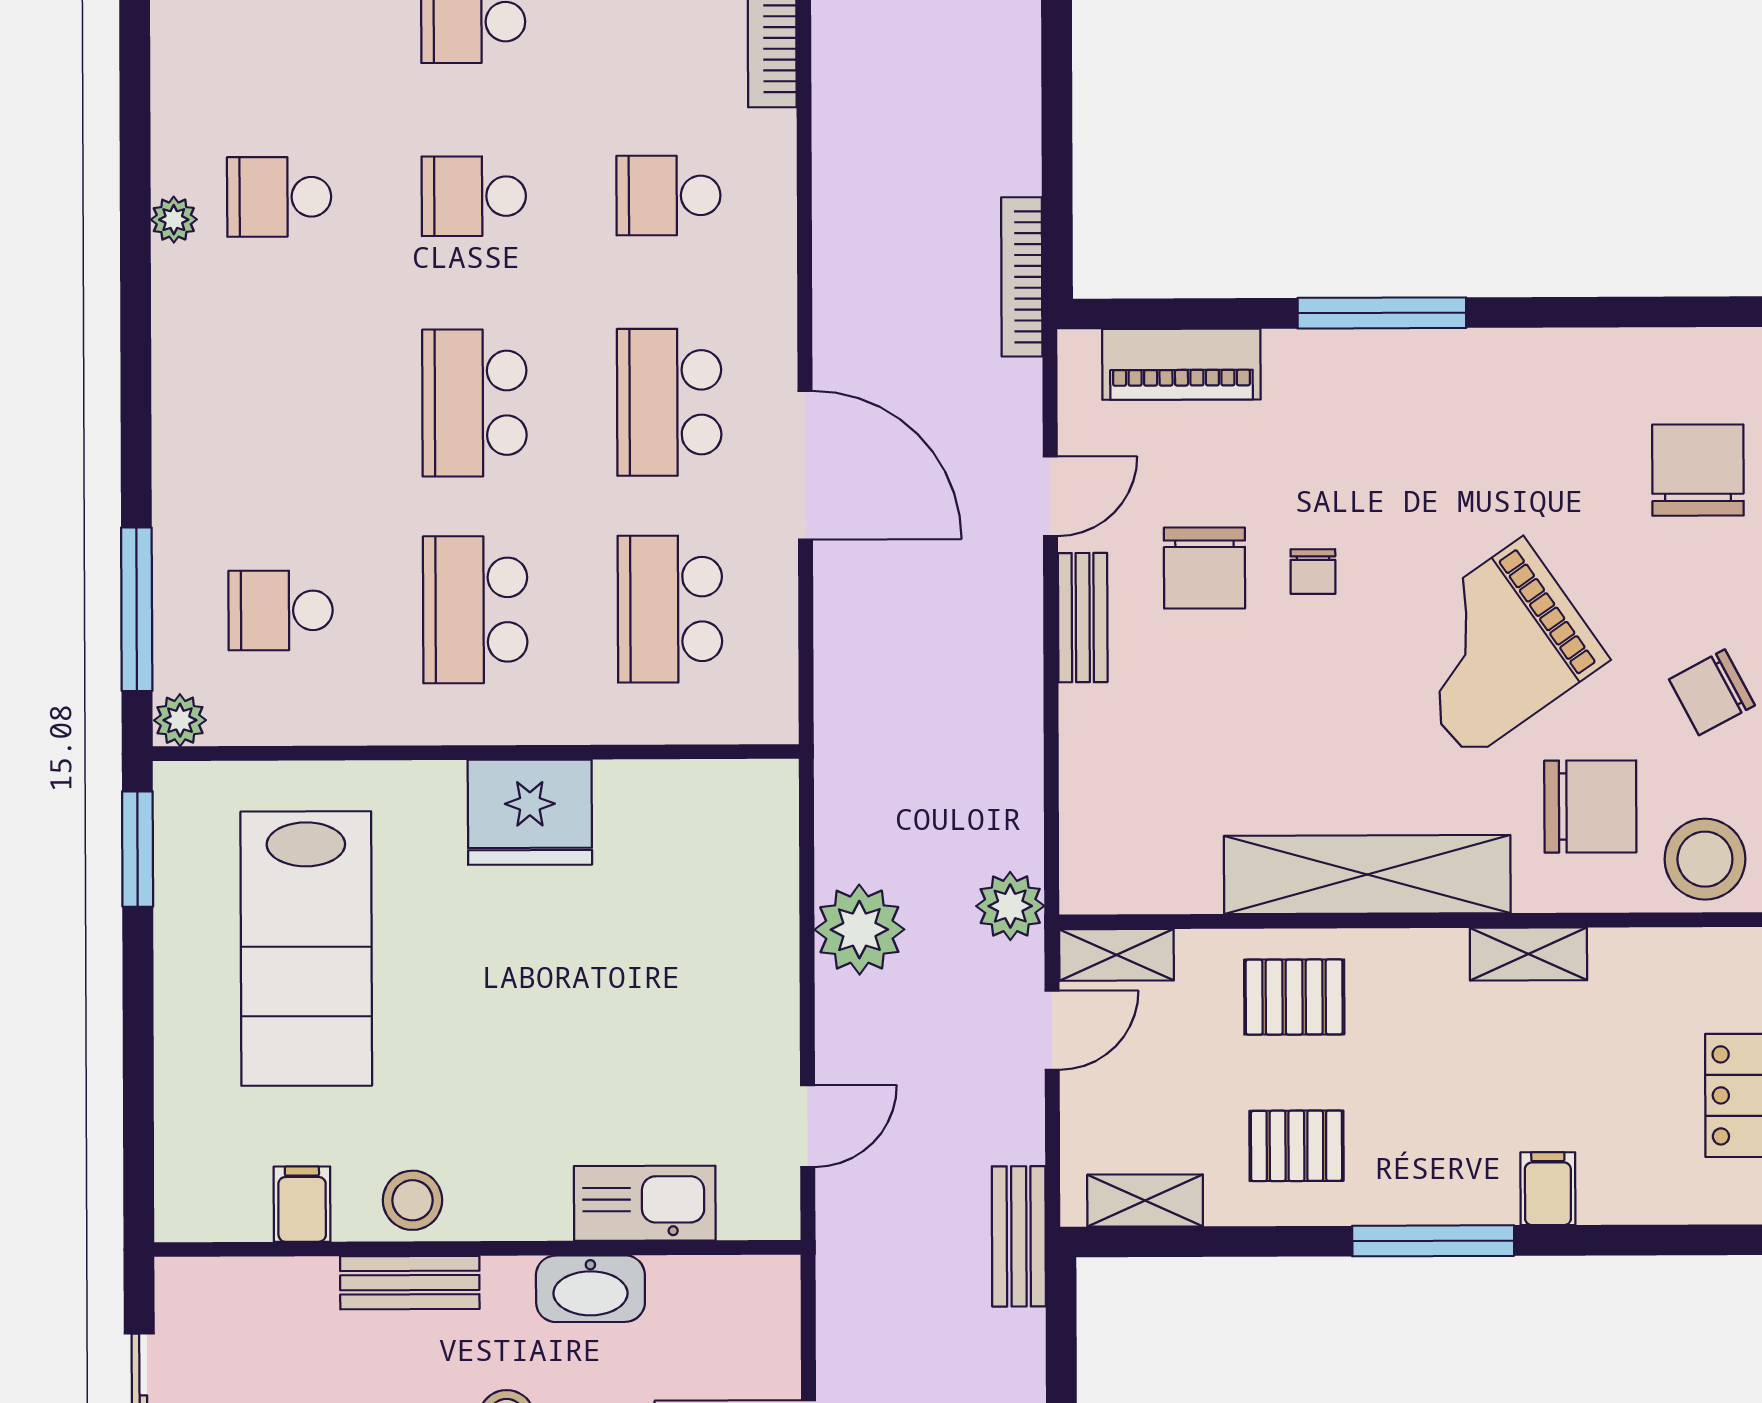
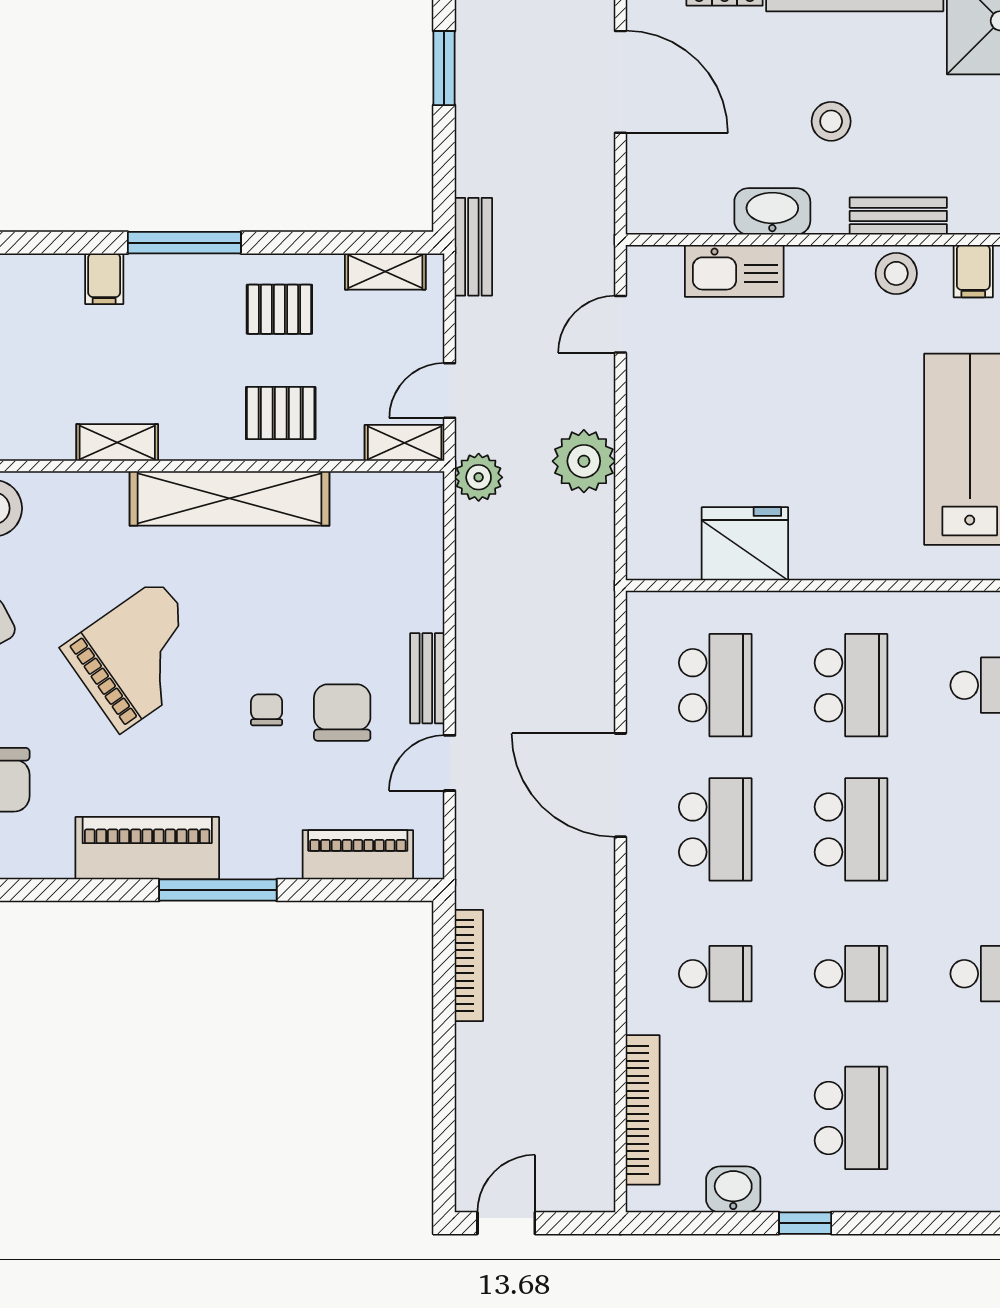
bookcase: (1022, 277) -> (469, 966), moved
piano: (1483, 373) -> (147, 848), added
chair: (1590, 806) -> (74, 545), removed
fridge: (530, 812) -> (745, 544), moved

